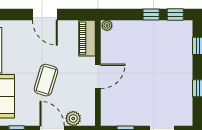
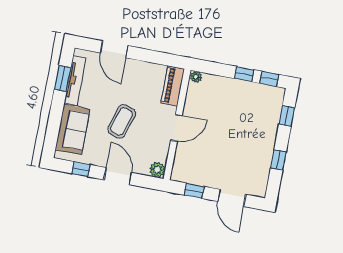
door: (45, 15) -> (114, 49), moved
plant: (73, 118) -> (157, 170), moved

